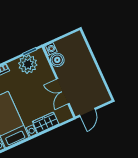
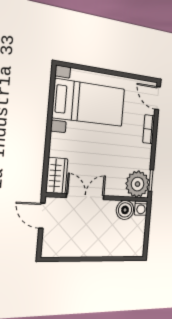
plant: (28, 64) -> (138, 184), moved
wardrobe: (46, 123) -> (57, 176), moved

